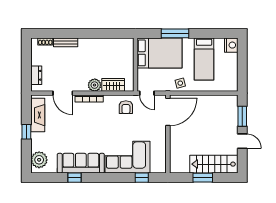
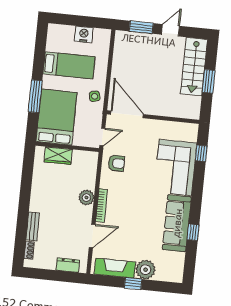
nightstand: (231, 45) -> (84, 34), moved
wardrobe: (113, 85) -> (58, 156), moved, turned -90
plant: (39, 160) -> (146, 270), moved

